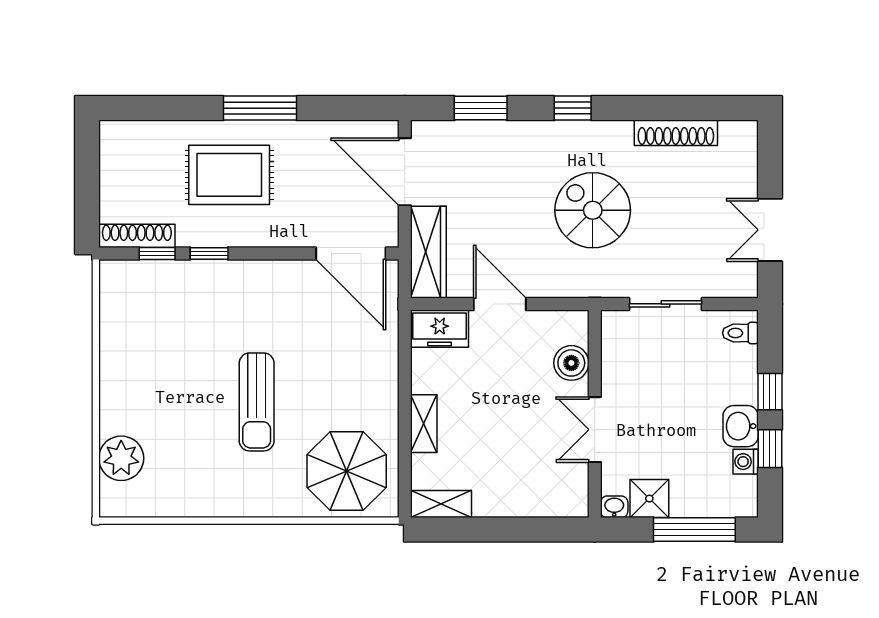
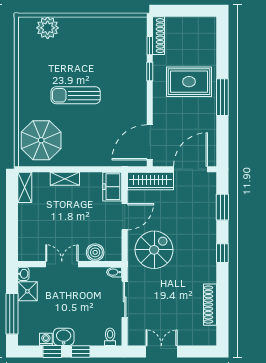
rug: (229, 175) -> (189, 82), turned 90
spiral stairs: (593, 210) -> (154, 250), moved
bidet: (611, 325) -> (114, 272), added

